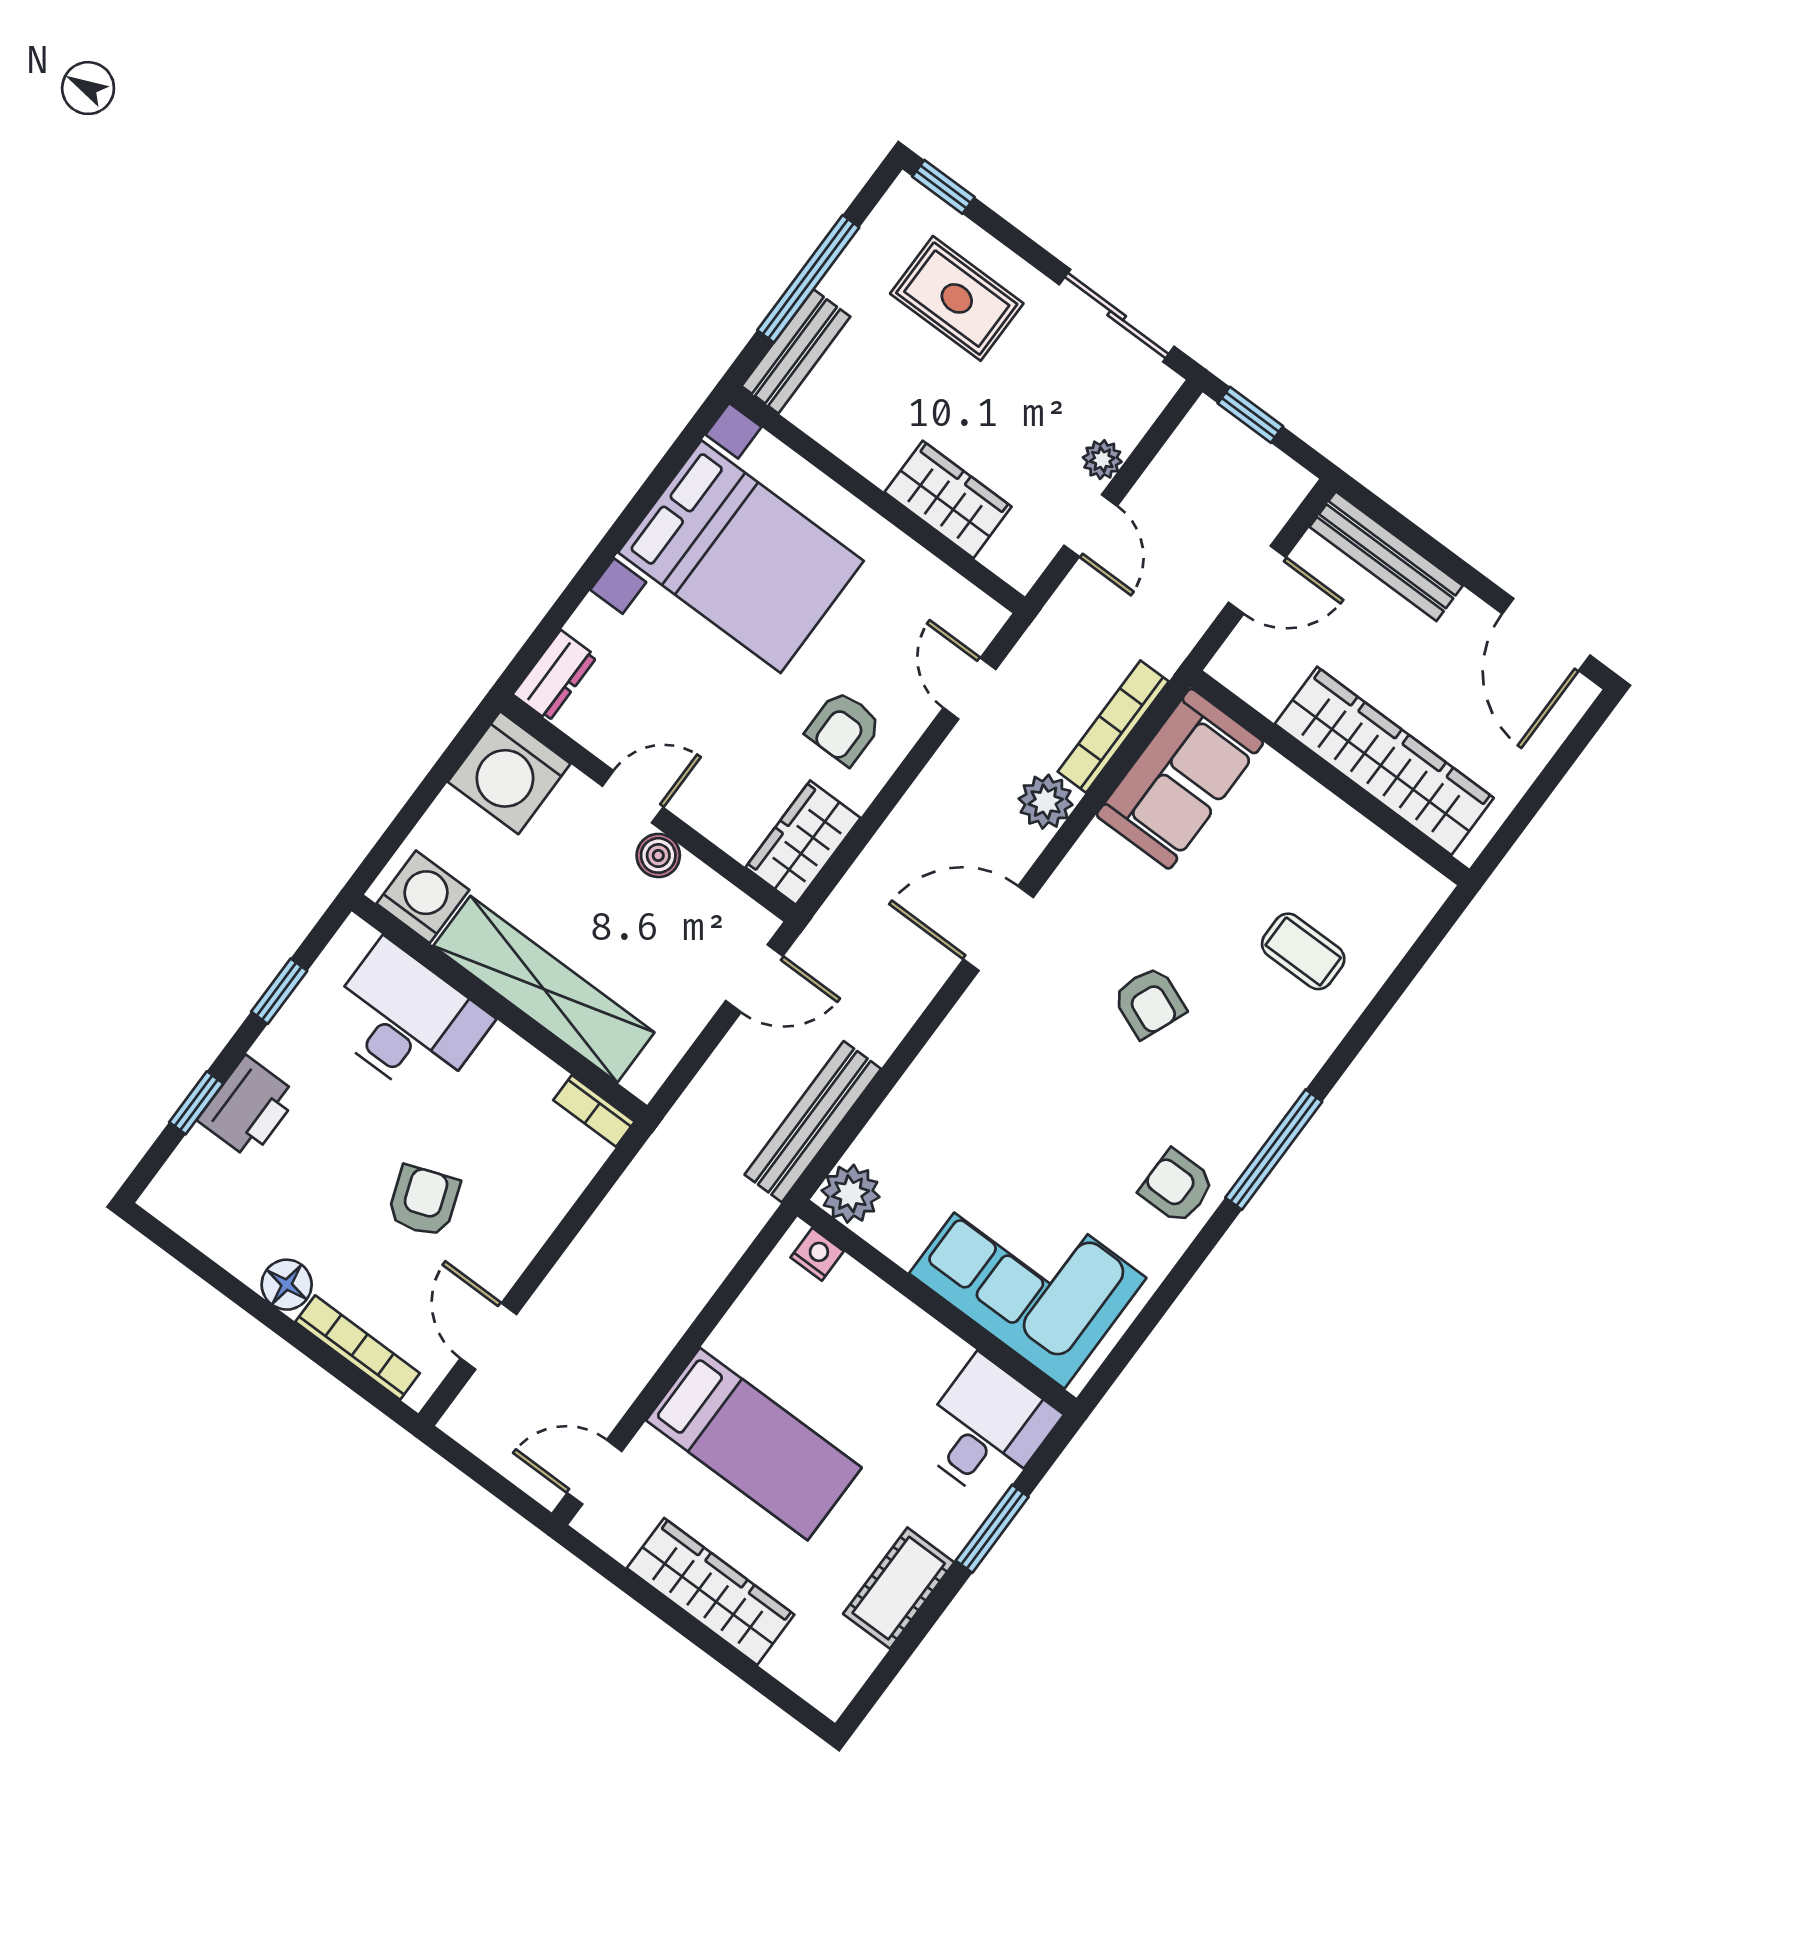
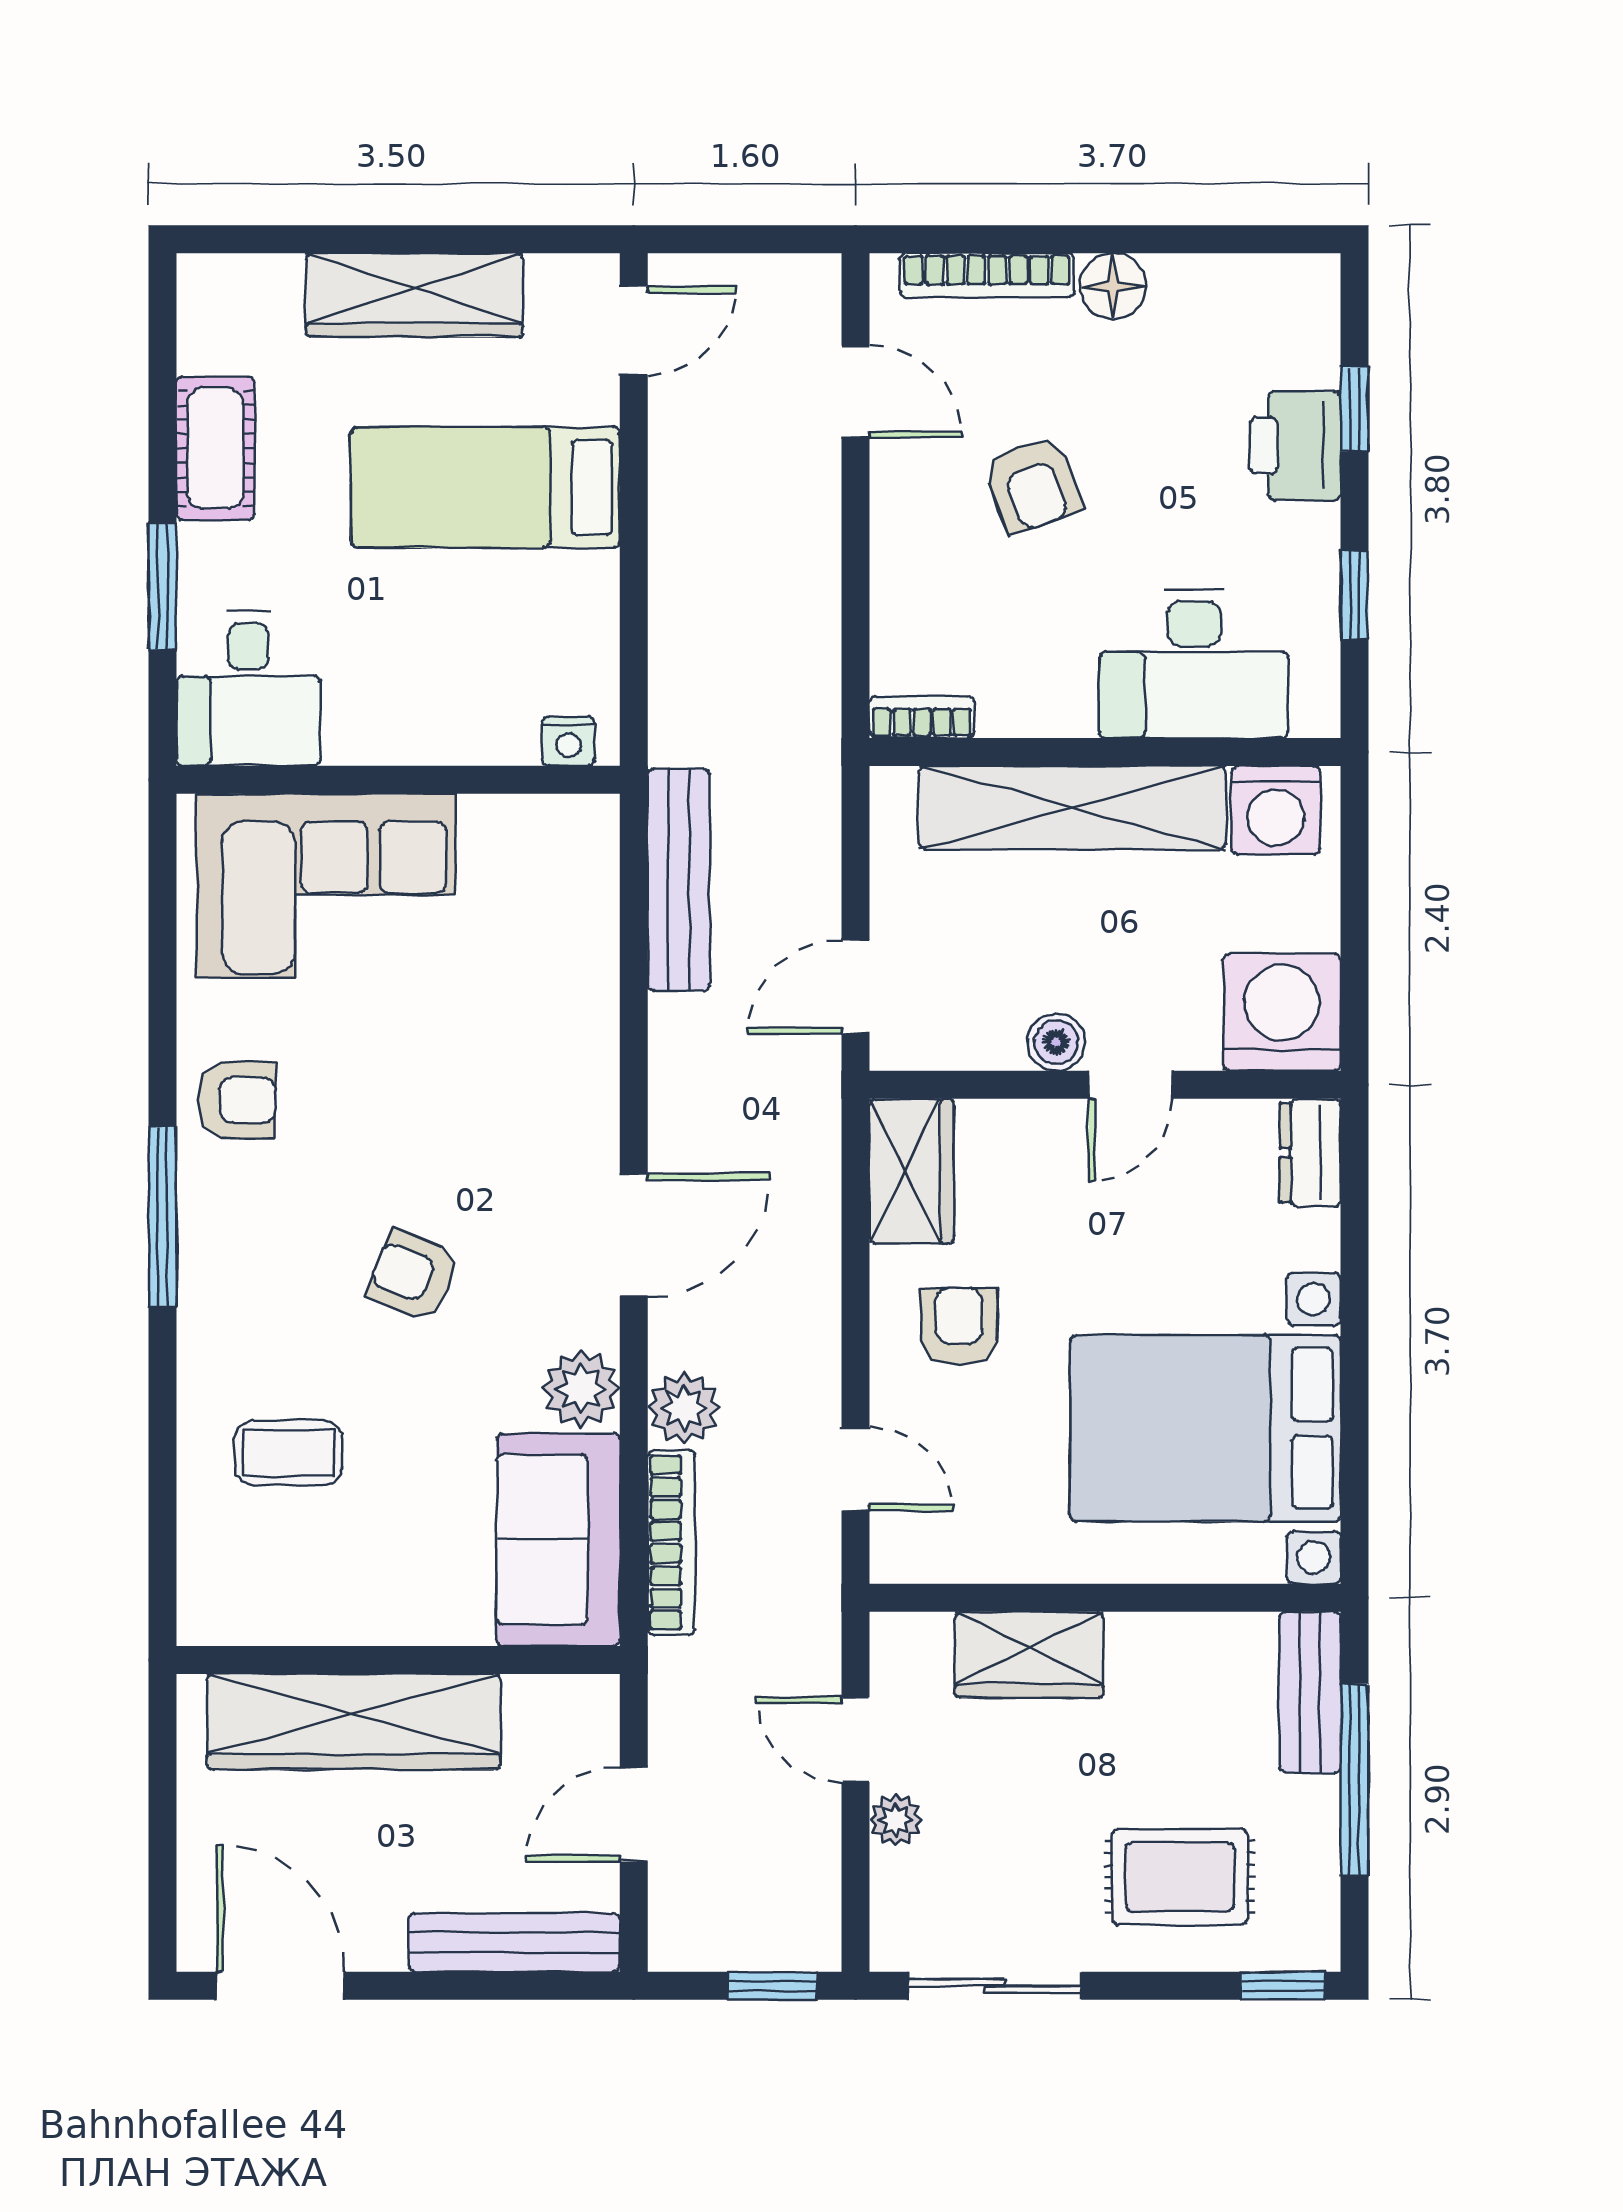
plant: (851, 1194) -> (581, 1389), moved

